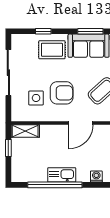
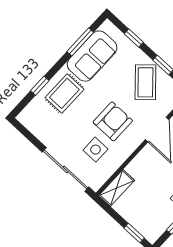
sliding door: (8, 73) -> (66, 170), moved
window: (8, 148) -> (134, 233), moved

